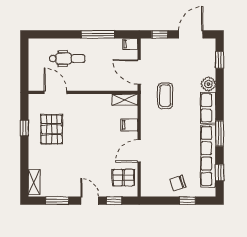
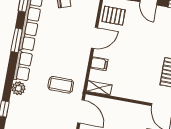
coffee table: (165, 96) -> (61, 85), turned 90

